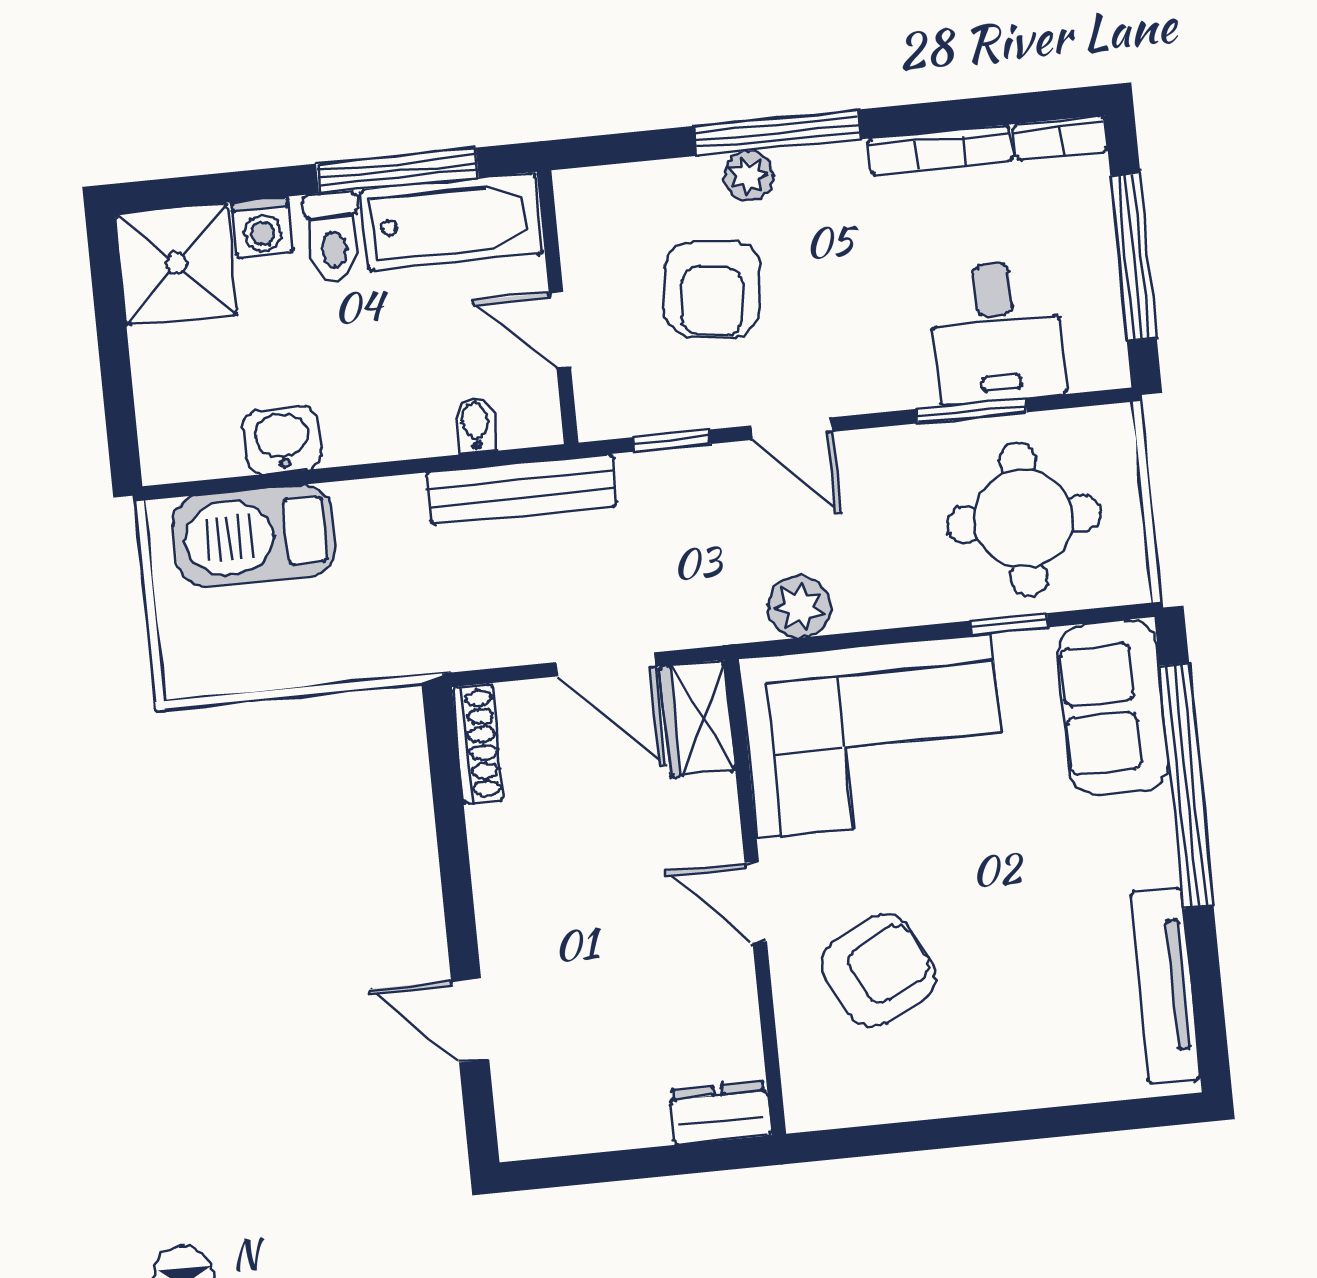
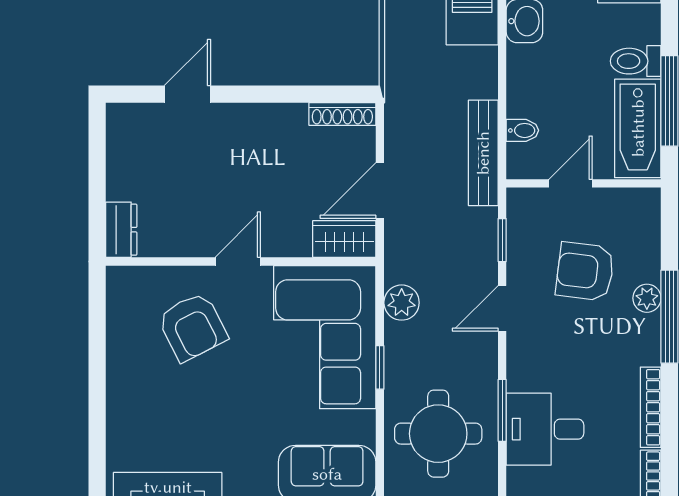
washing machine: (262, 228) -> (645, 22), removed
window: (1009, 624) -> (380, 367), moved

